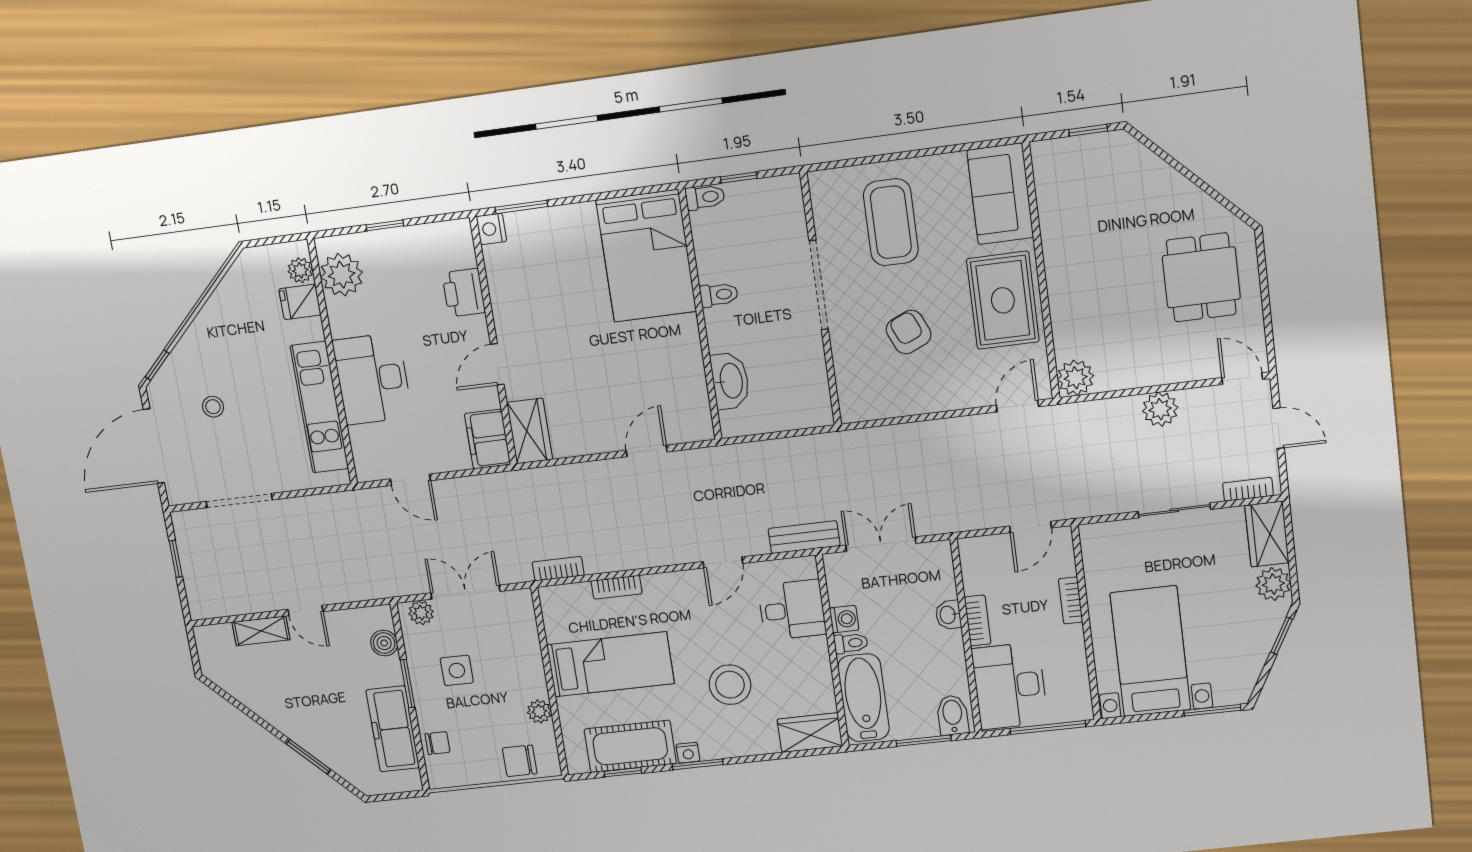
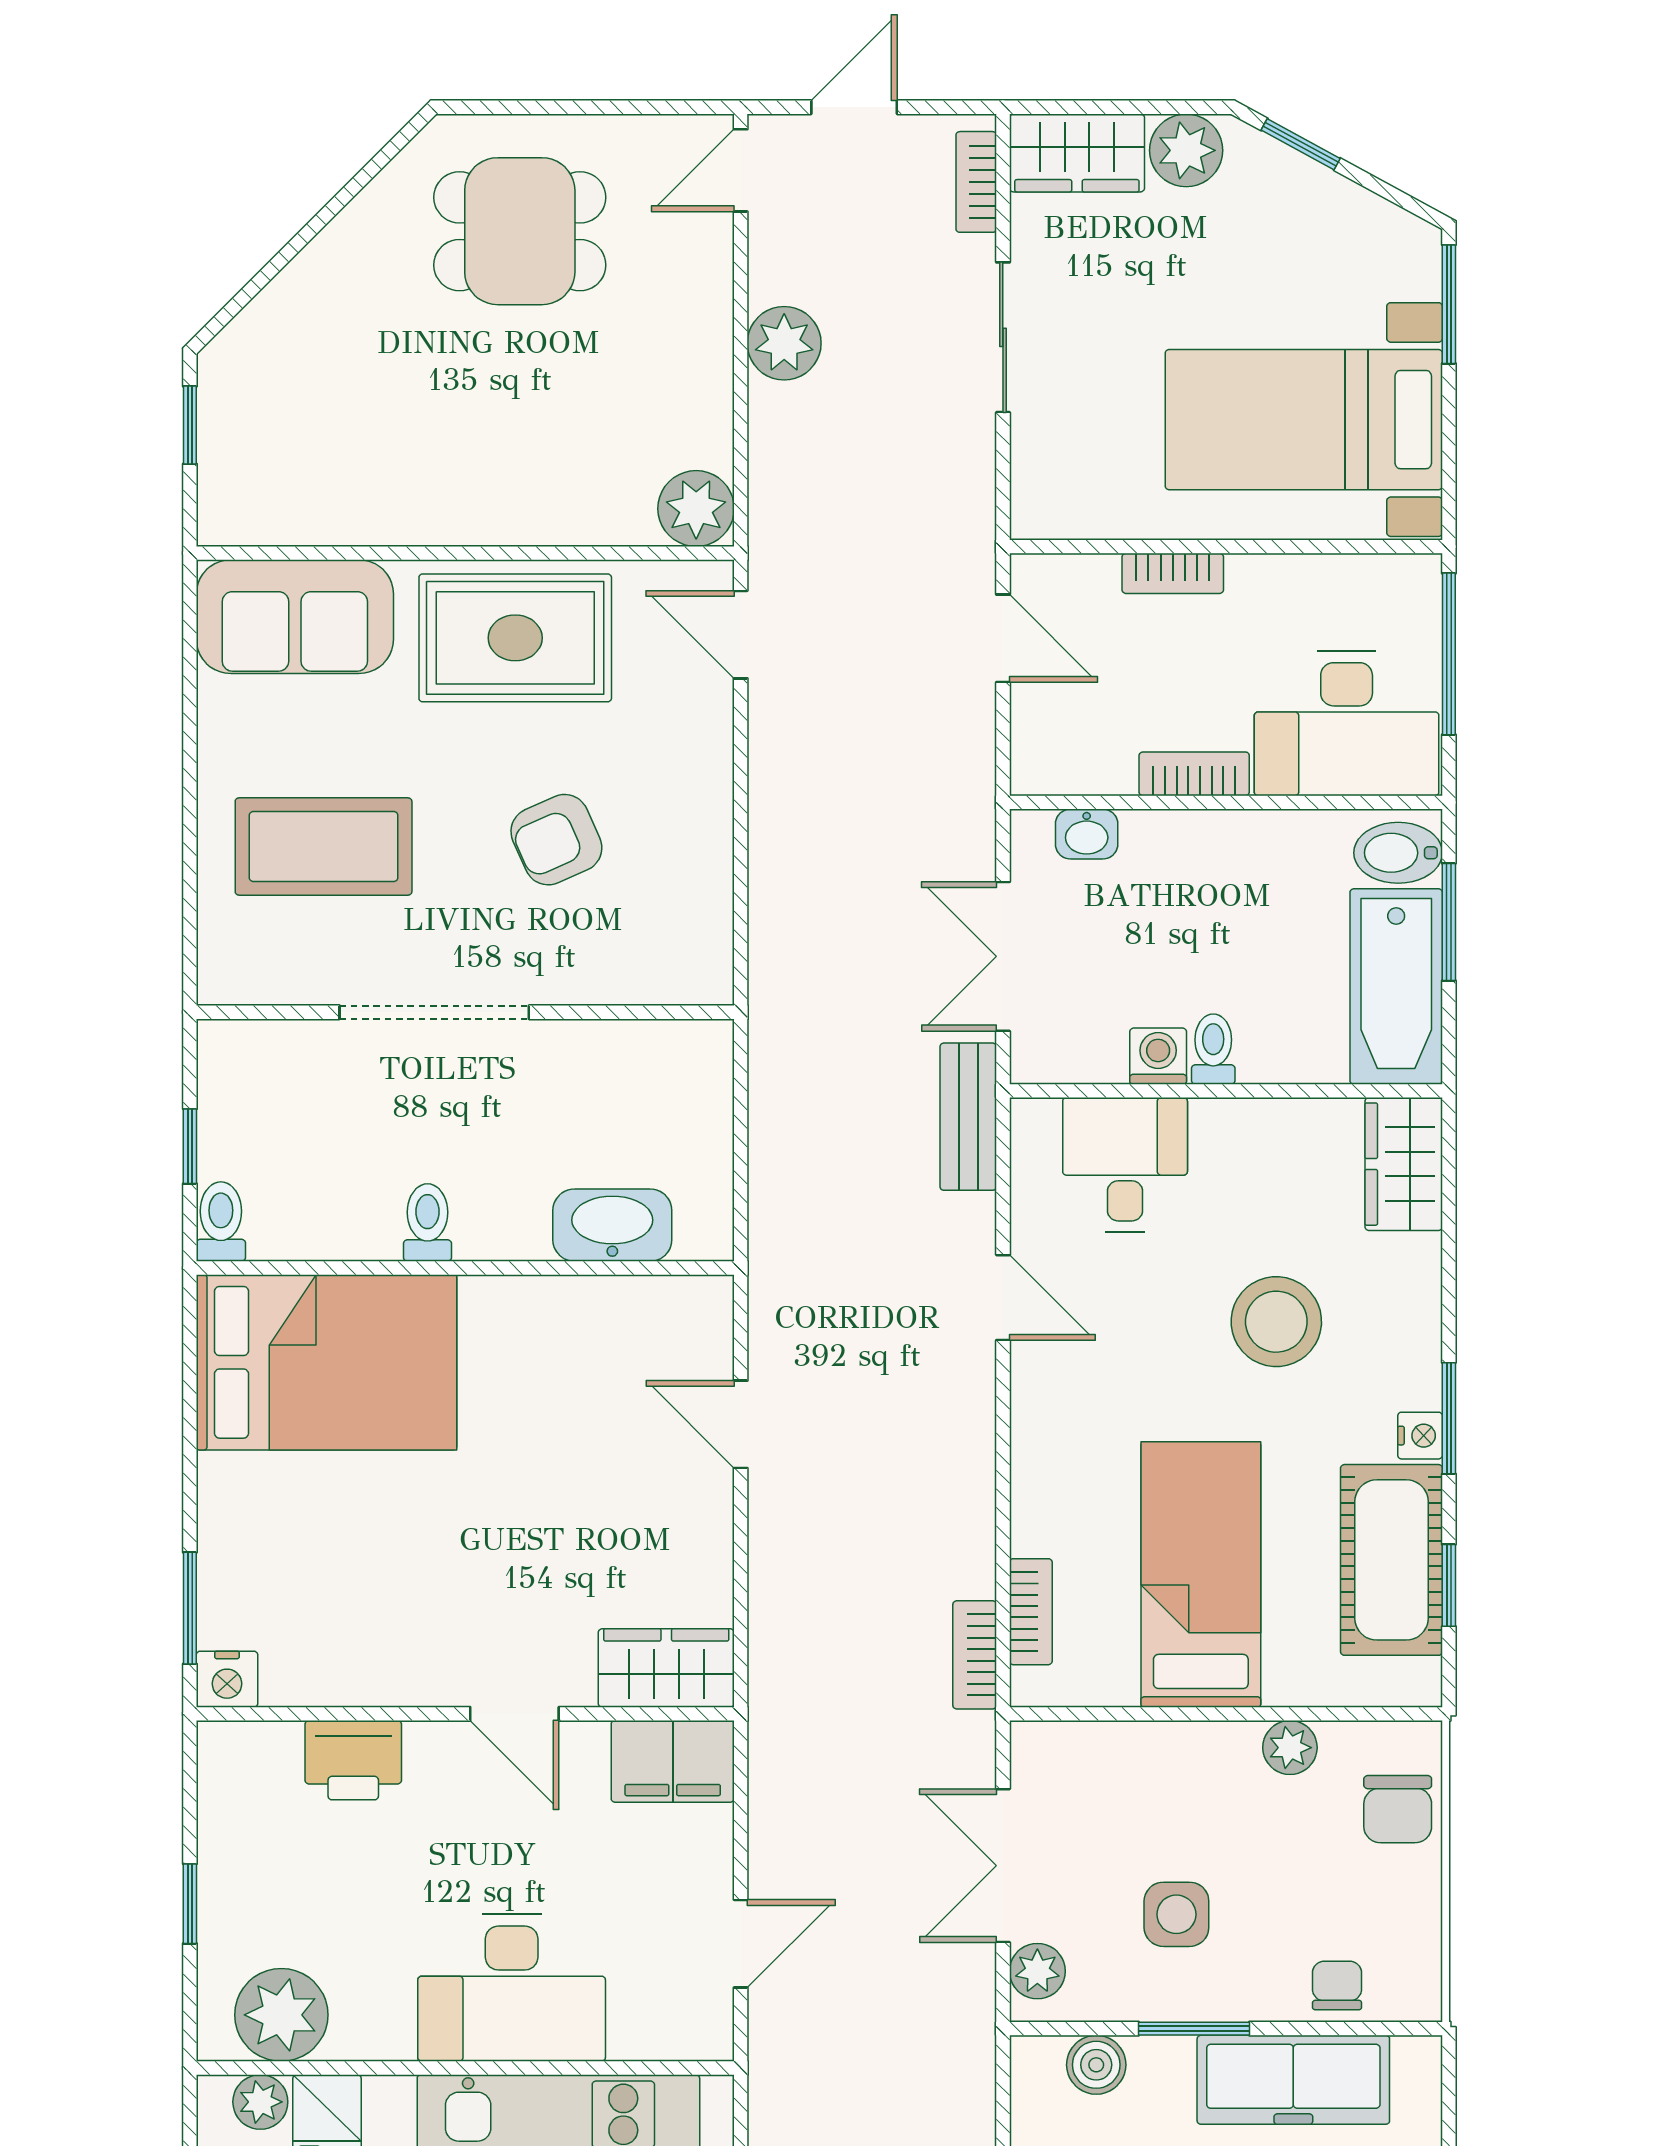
bookcase: (617, 587) -> (1031, 1612), moved
washbasin: (948, 615) -> (1087, 834), moved
bathtub: (863, 698) -> (1396, 986), moved, turned -90

